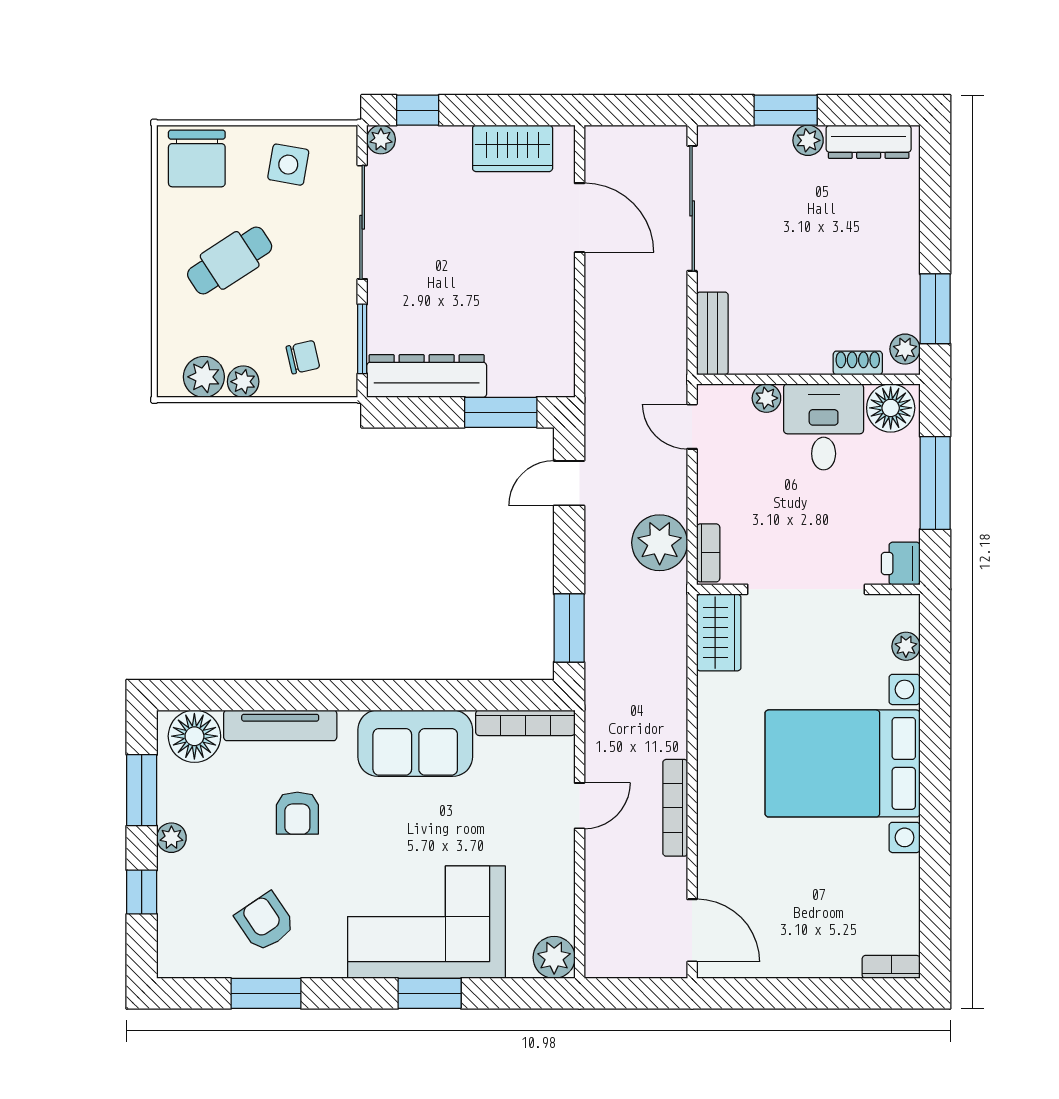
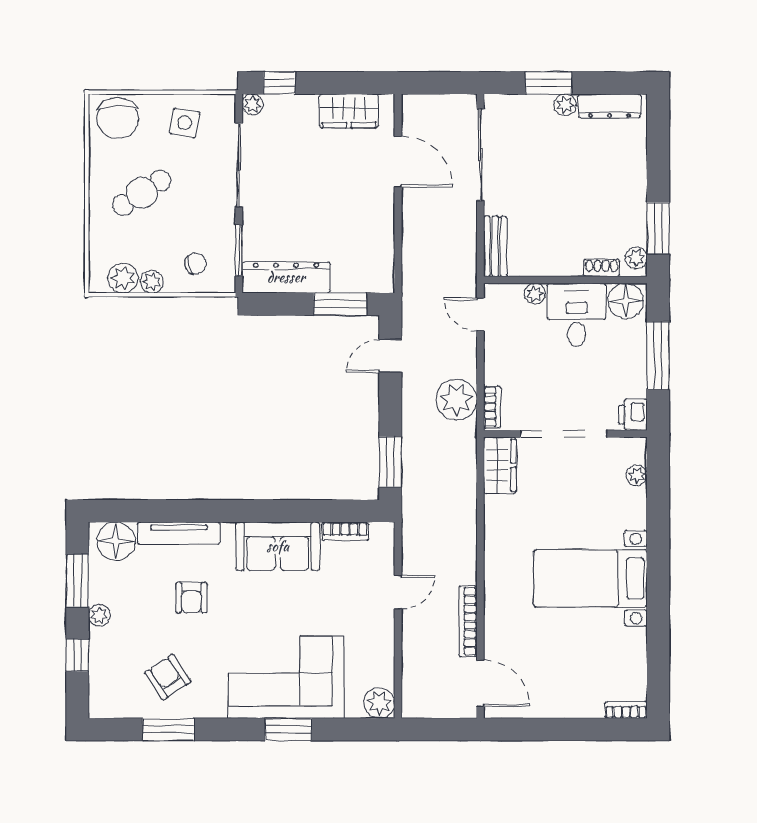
bookcase: (525, 723) -> (345, 531), width x0.64
bed with nightstands: (843, 763) -> (590, 578), width x0.73
bookcase: (675, 808) -> (468, 621), moved

